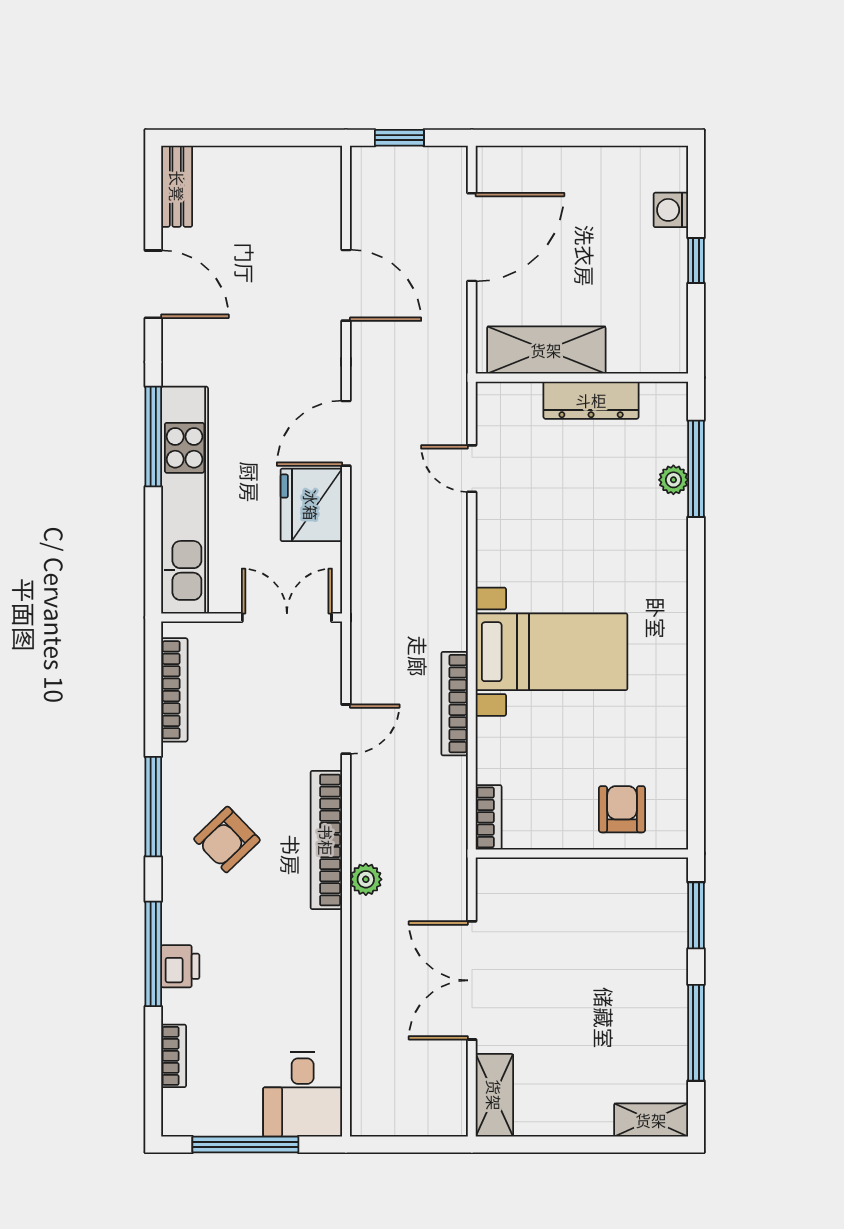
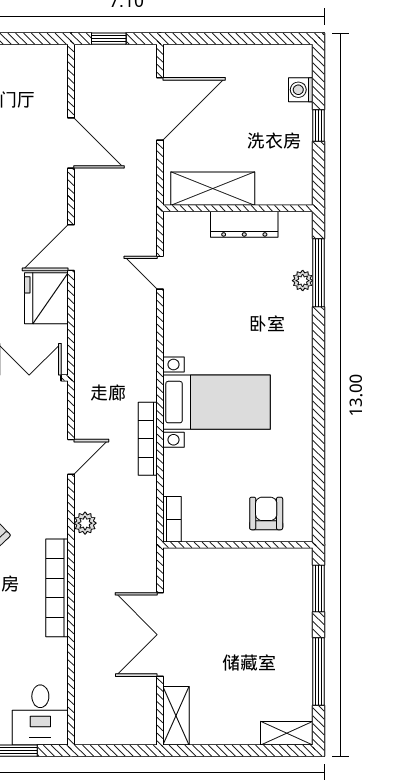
bookcase: (326, 840) -> (57, 588), moved
plant: (366, 879) -> (85, 523), moved

